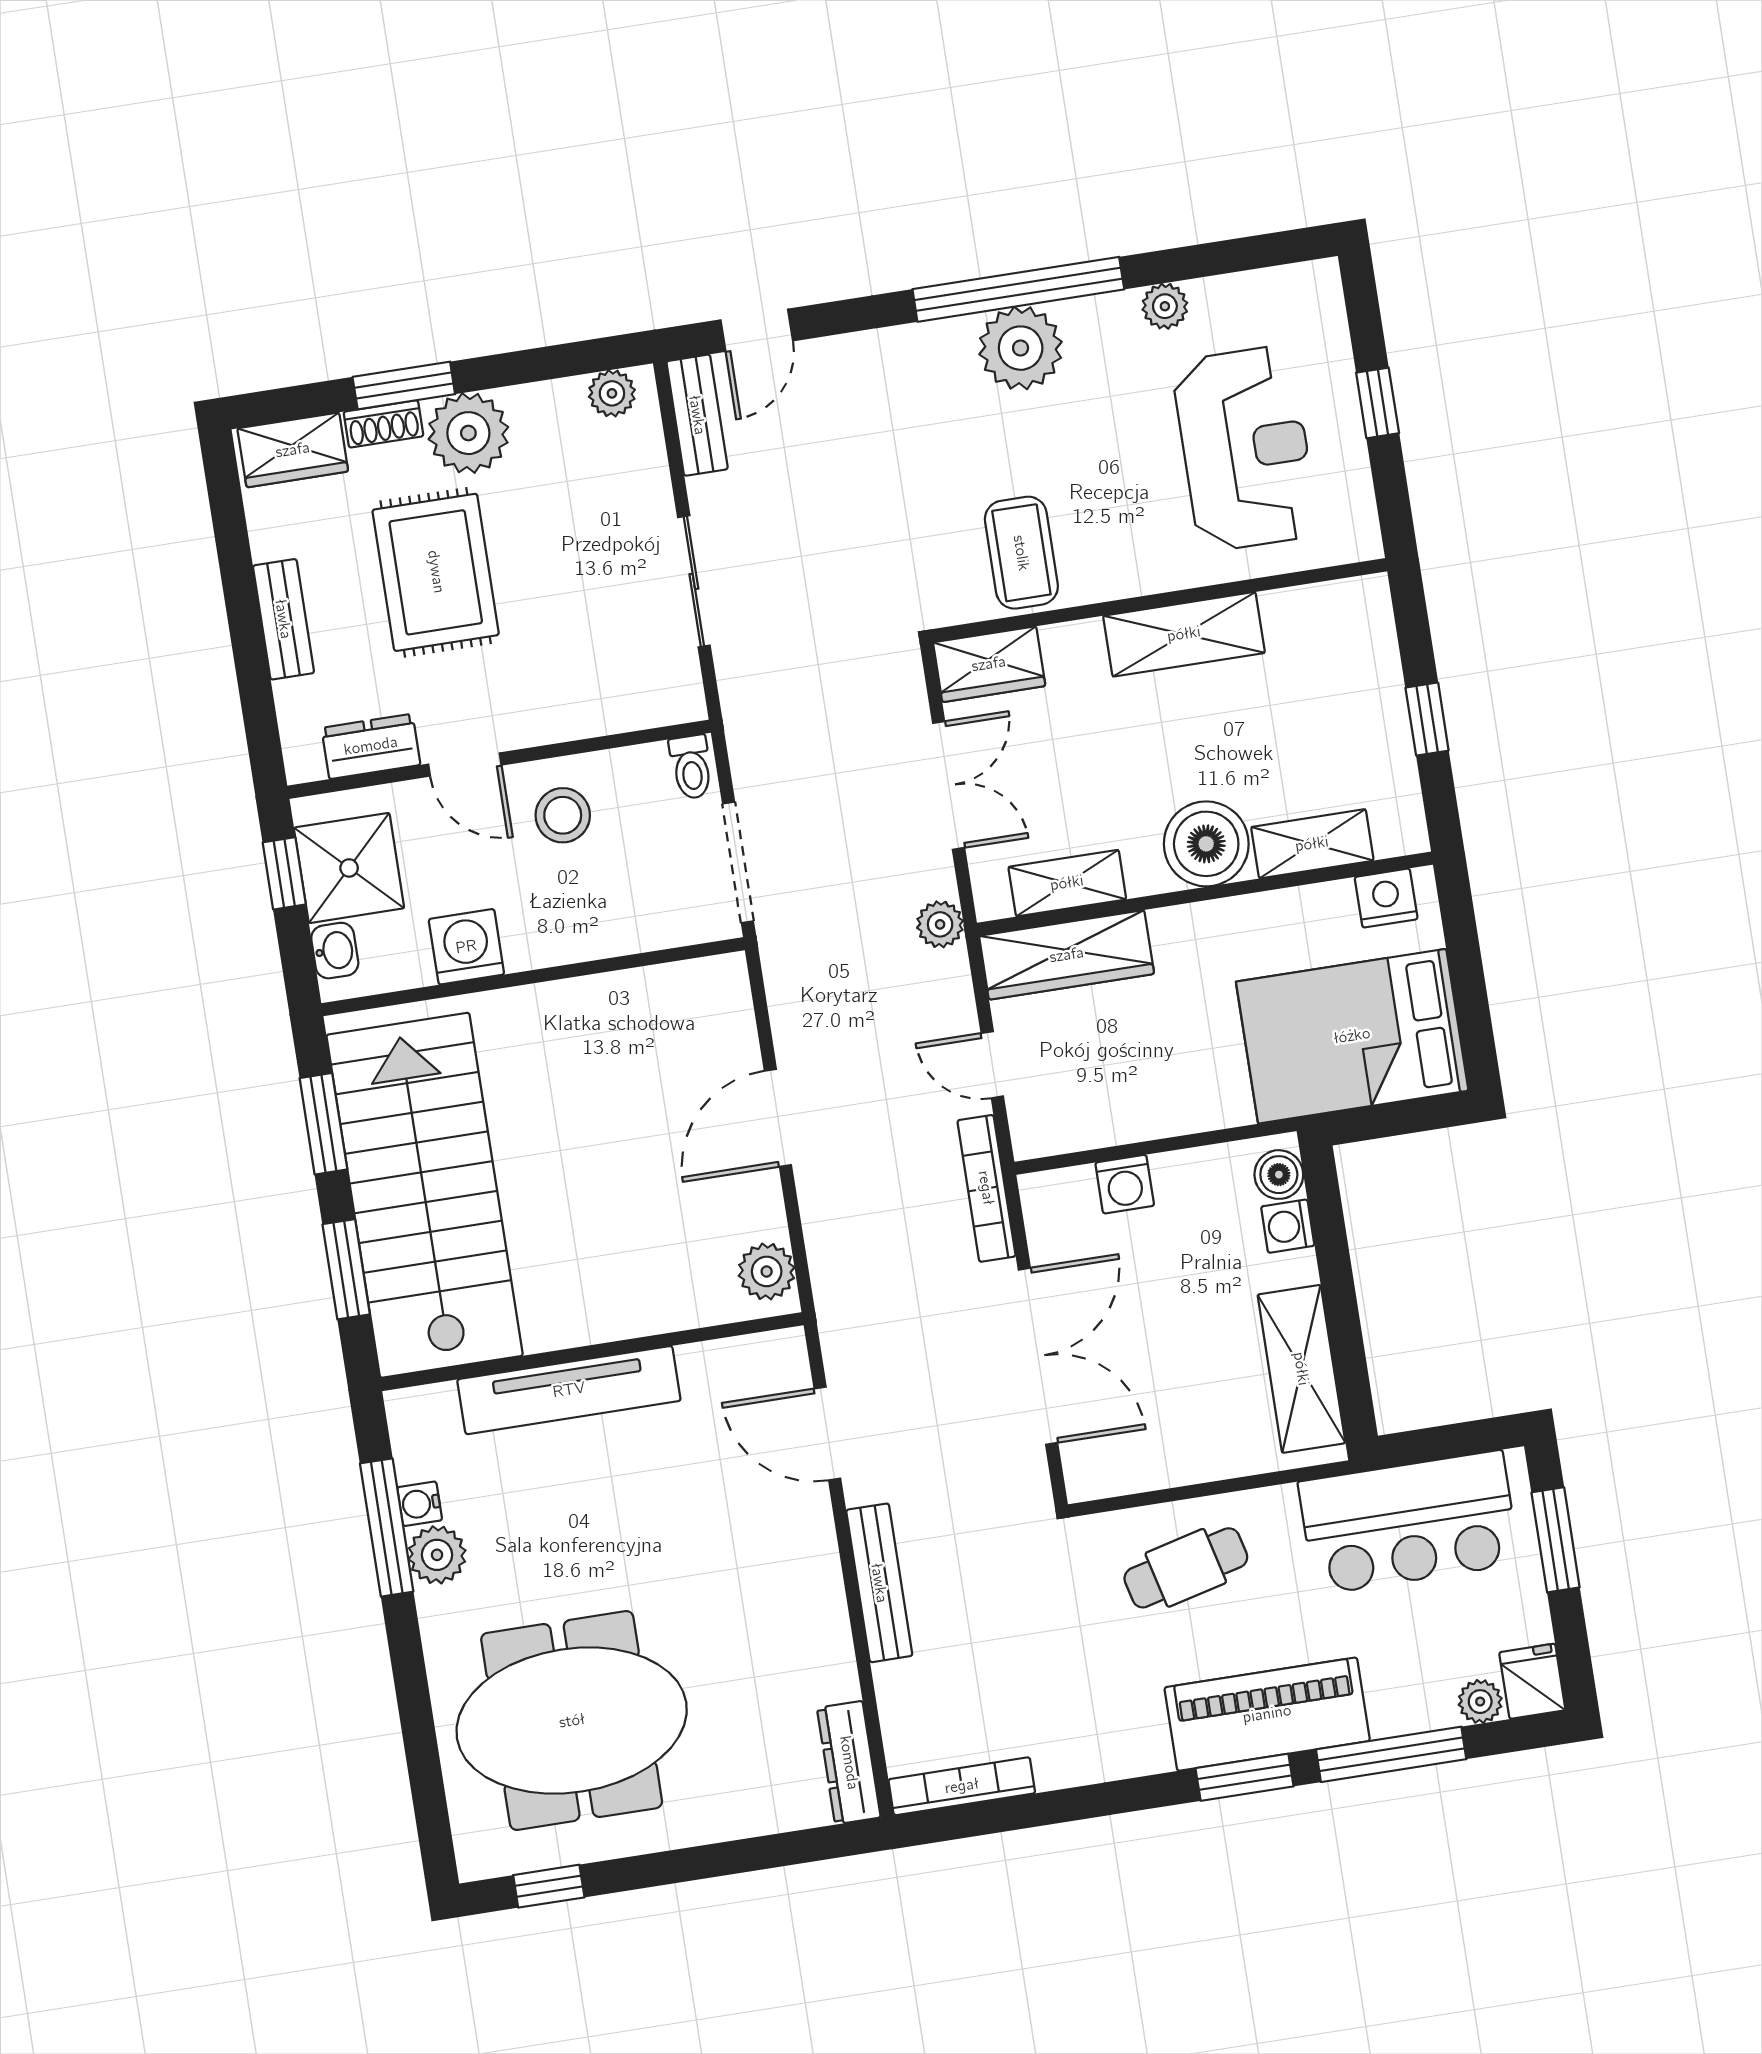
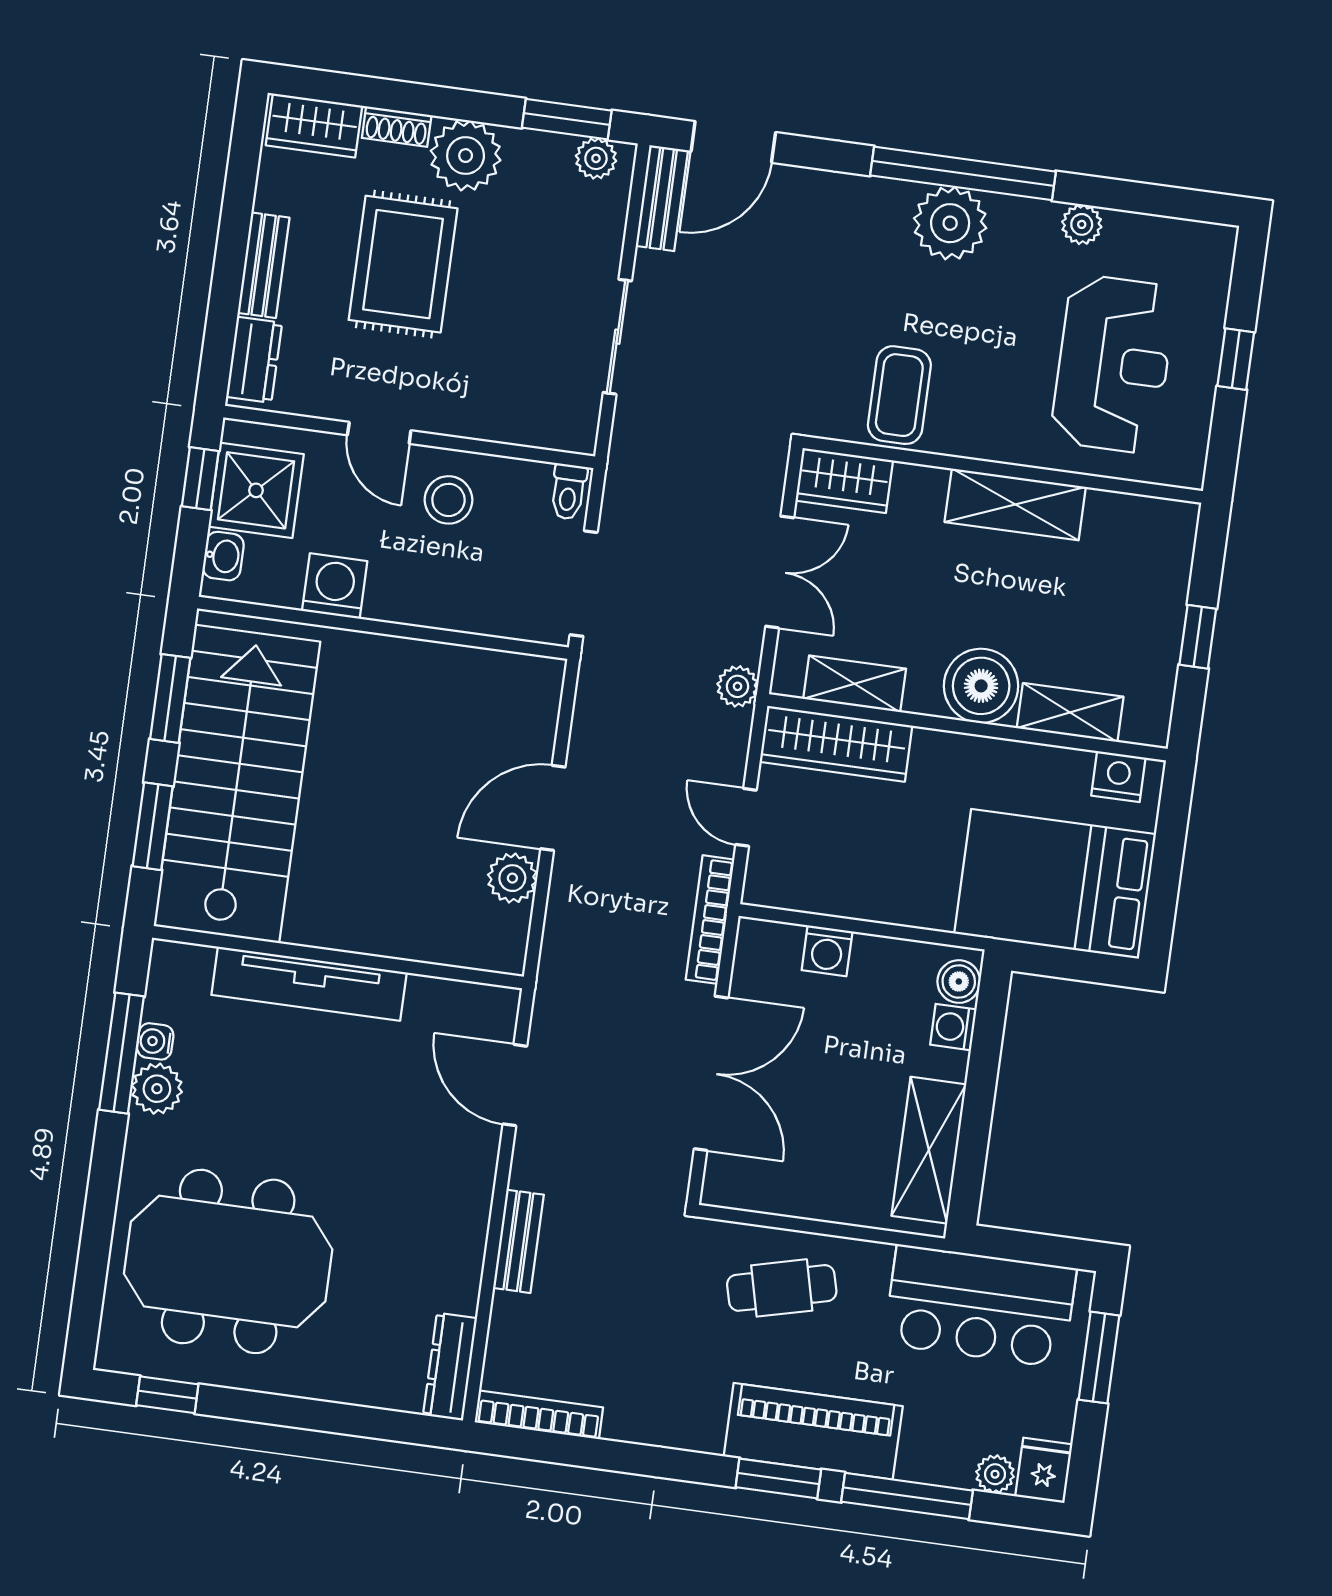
door: (757, 330) -> (733, 142), width x1.38
window: (404, 386) -> (567, 119), moved
dresser: (371, 746) -> (254, 360), moved, turned 90
plant: (767, 1271) -> (512, 878), moved
bench: (879, 1583) -> (518, 1241), width x0.73

